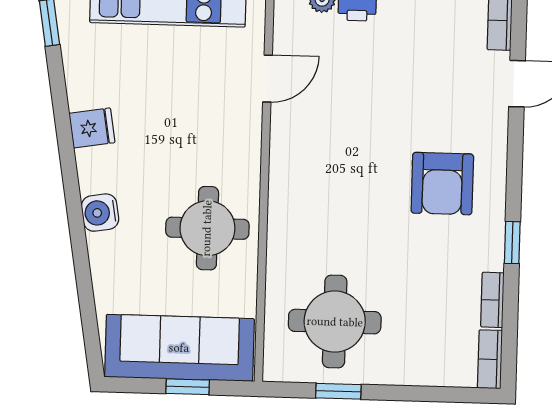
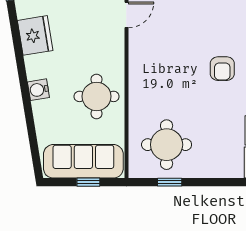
fridge: (92, 128) -> (35, 35), width x1.88, depth x1.34
armchair: (442, 184) -> (222, 69), width x0.72, depth x0.72

